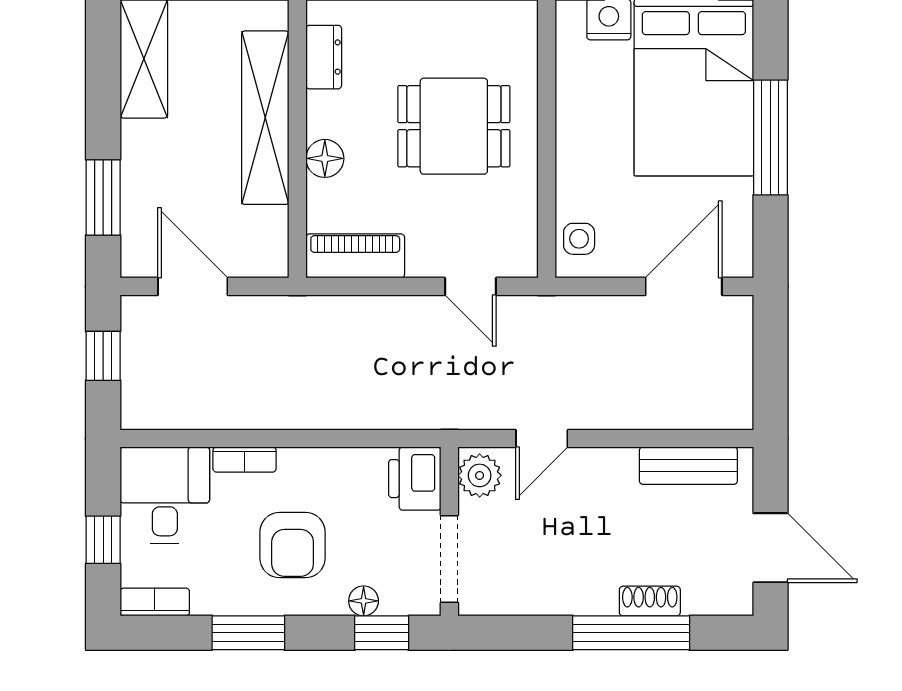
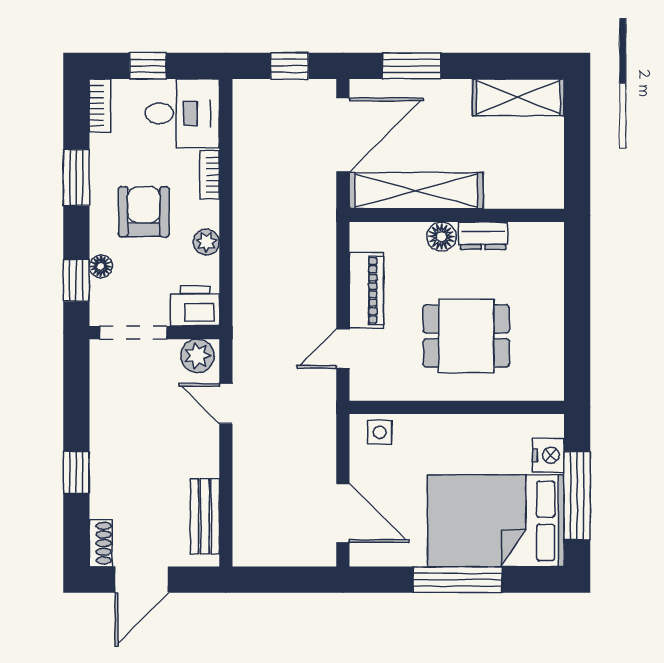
dresser: (324, 57) -> (483, 236), moved
shelving: (265, 118) -> (416, 191), moved
dining table: (454, 126) -> (466, 336), turned 90
piano: (355, 256) -> (366, 290), moved
door: (193, 286) -> (343, 135), width x1.36
plant: (332, 464) -> (206, 242), added
armchair: (293, 545) -> (144, 212), turned 90
shoe rack: (650, 601) -> (101, 543), moved
window: (631, 633) -> (76, 472), width x0.46

